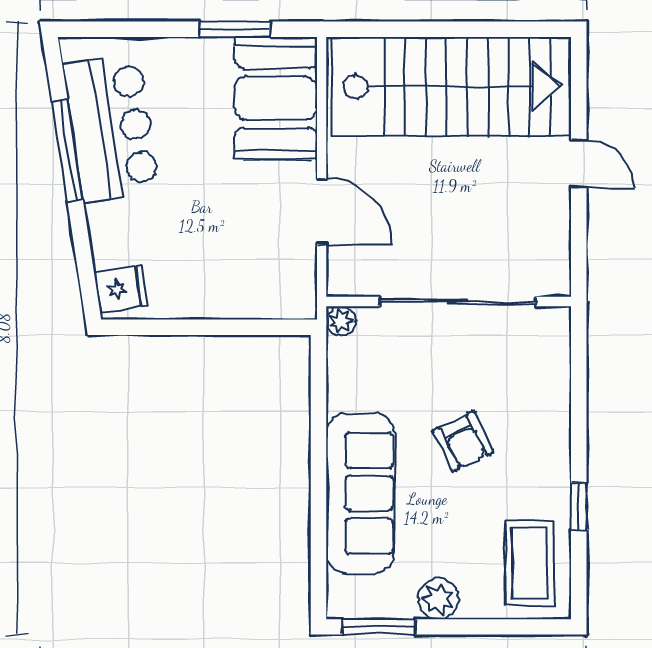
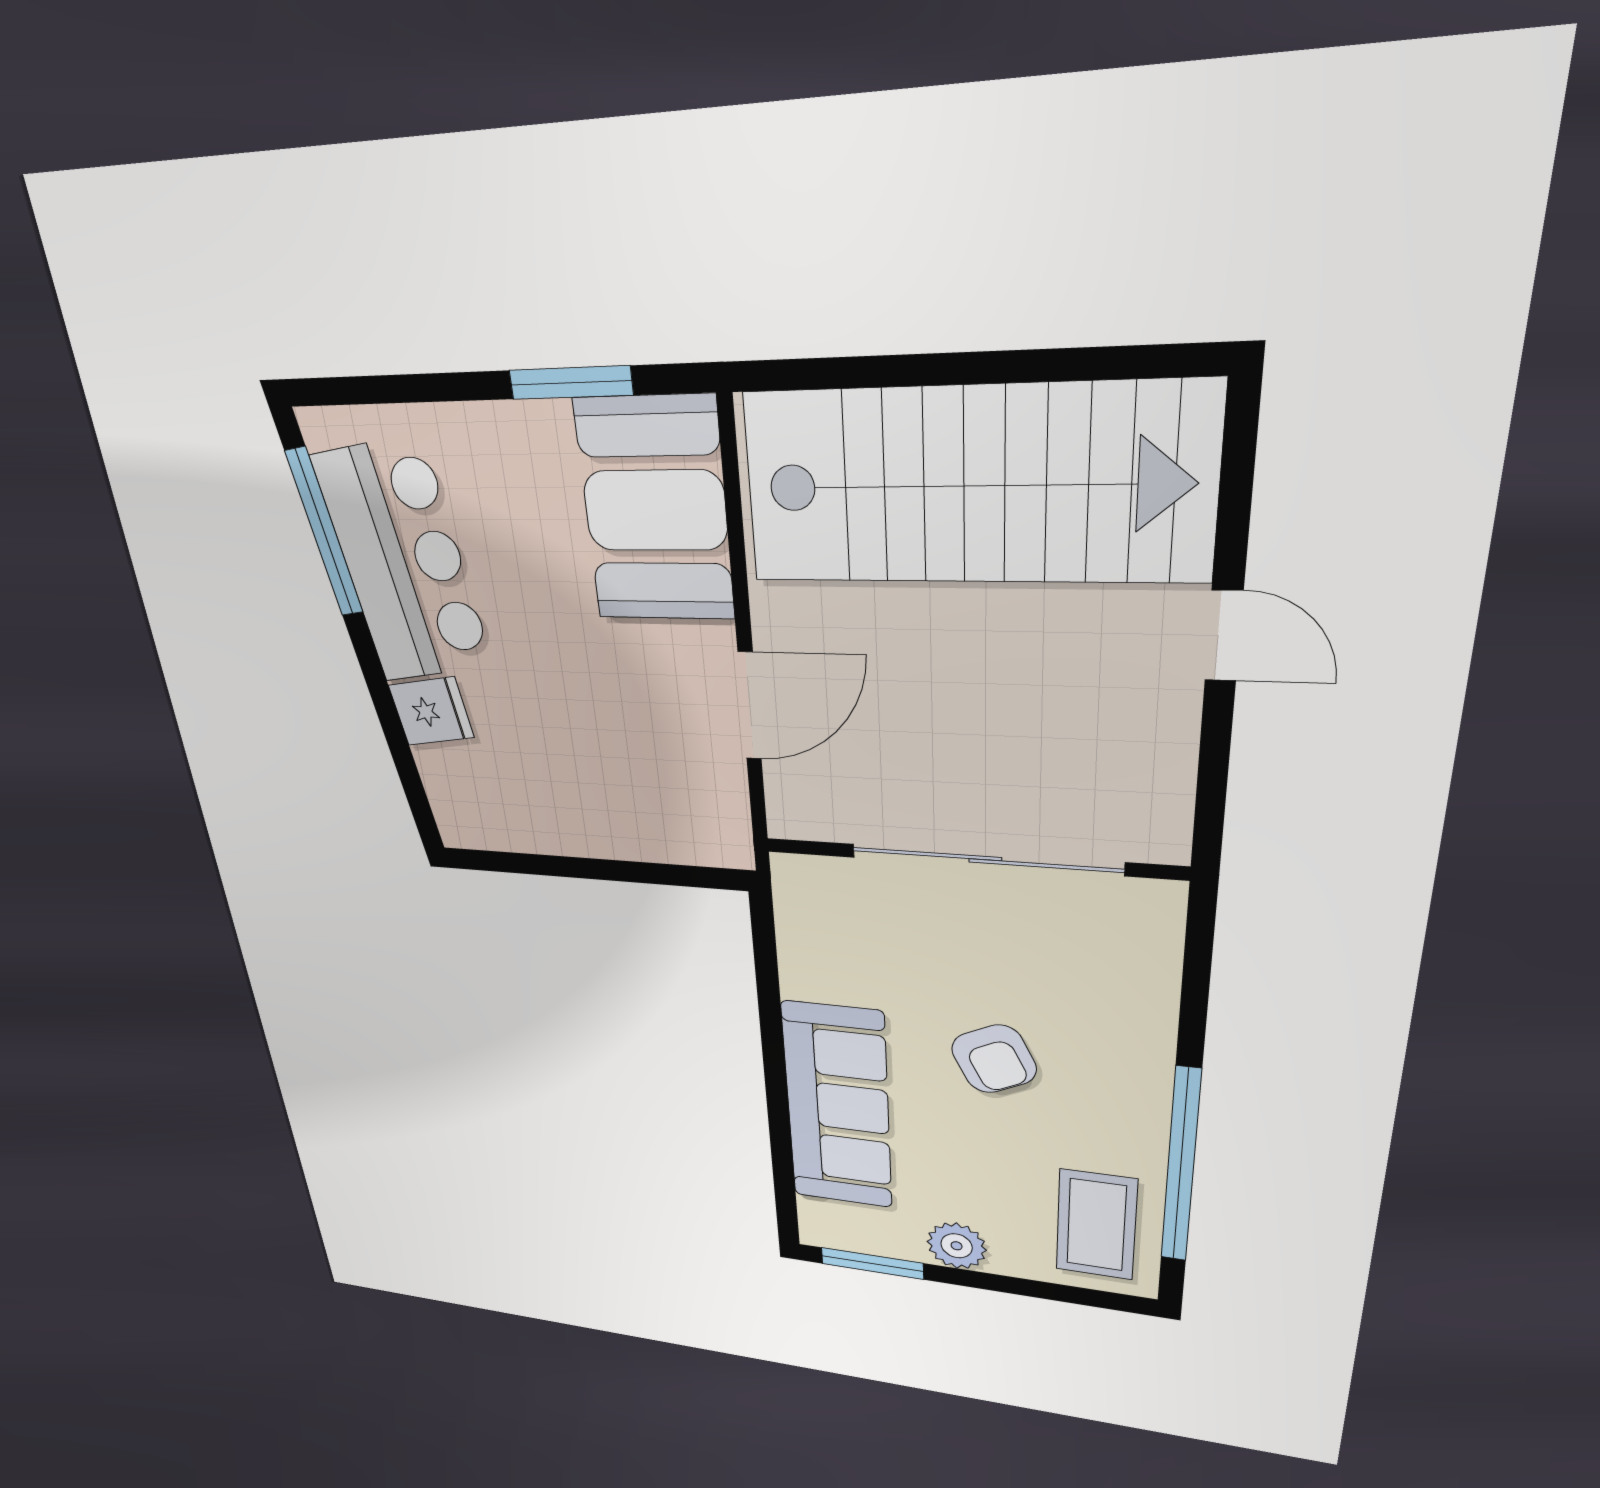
window: (67, 151) -> (324, 533), moved
door: (322, 212) -> (750, 706), hinge flipped
fridge: (121, 289) -> (431, 711), moved
plant: (341, 321) -> (794, 875), removed
window: (579, 507) -> (1181, 1166), width x3.17

